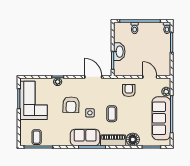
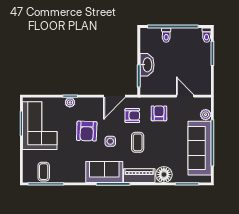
door: (93, 77) -> (114, 96), swing flipped
armchair: (108, 92) -> (132, 116), added

